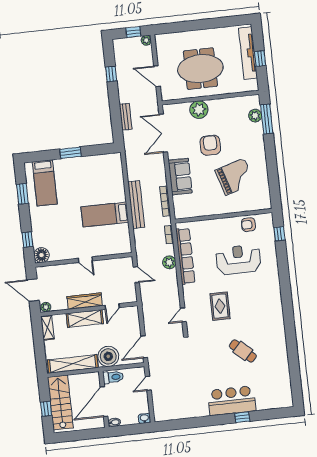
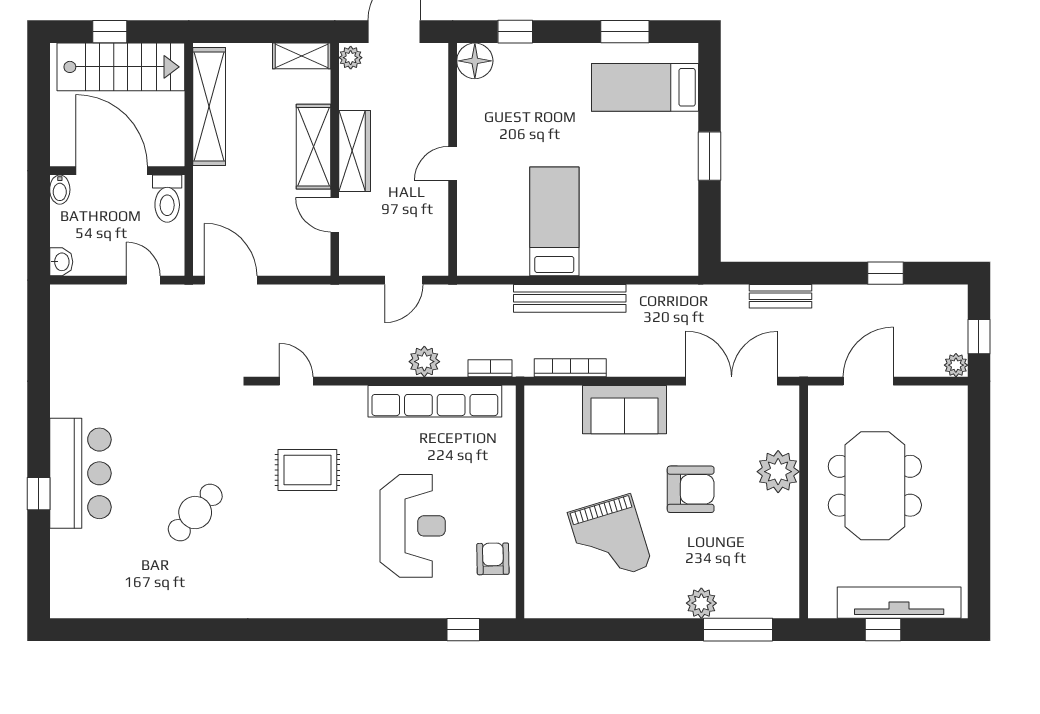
plant: (255, 116) -> (701, 603), moved
boiler: (108, 356) -> (217, 192), removed

